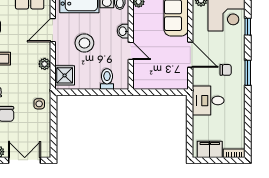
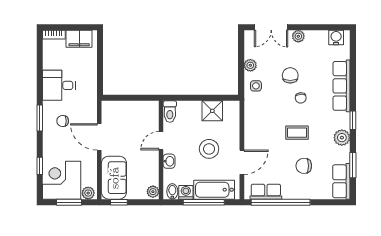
door: (131, 51) -> (161, 141), hinge flipped
plant: (45, 64) -> (250, 65), moved
shower: (65, 75) -> (212, 111), moved
toilet: (107, 79) -> (170, 112), moved
desk: (208, 101) -> (59, 85), moved, turned 180

